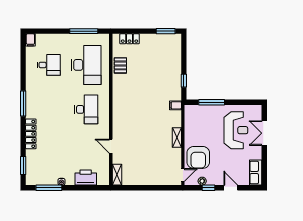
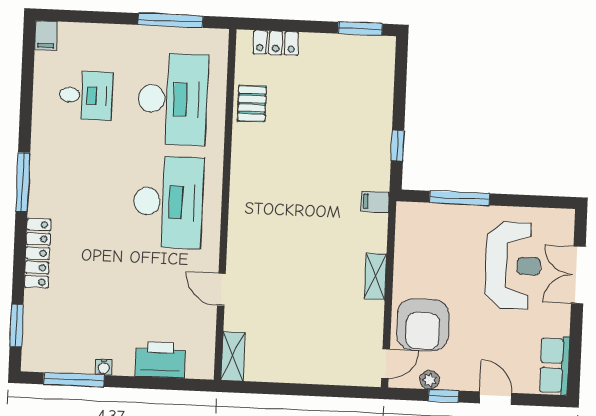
desk: (86, 109) -> (168, 202), width x1.36, depth x1.30

